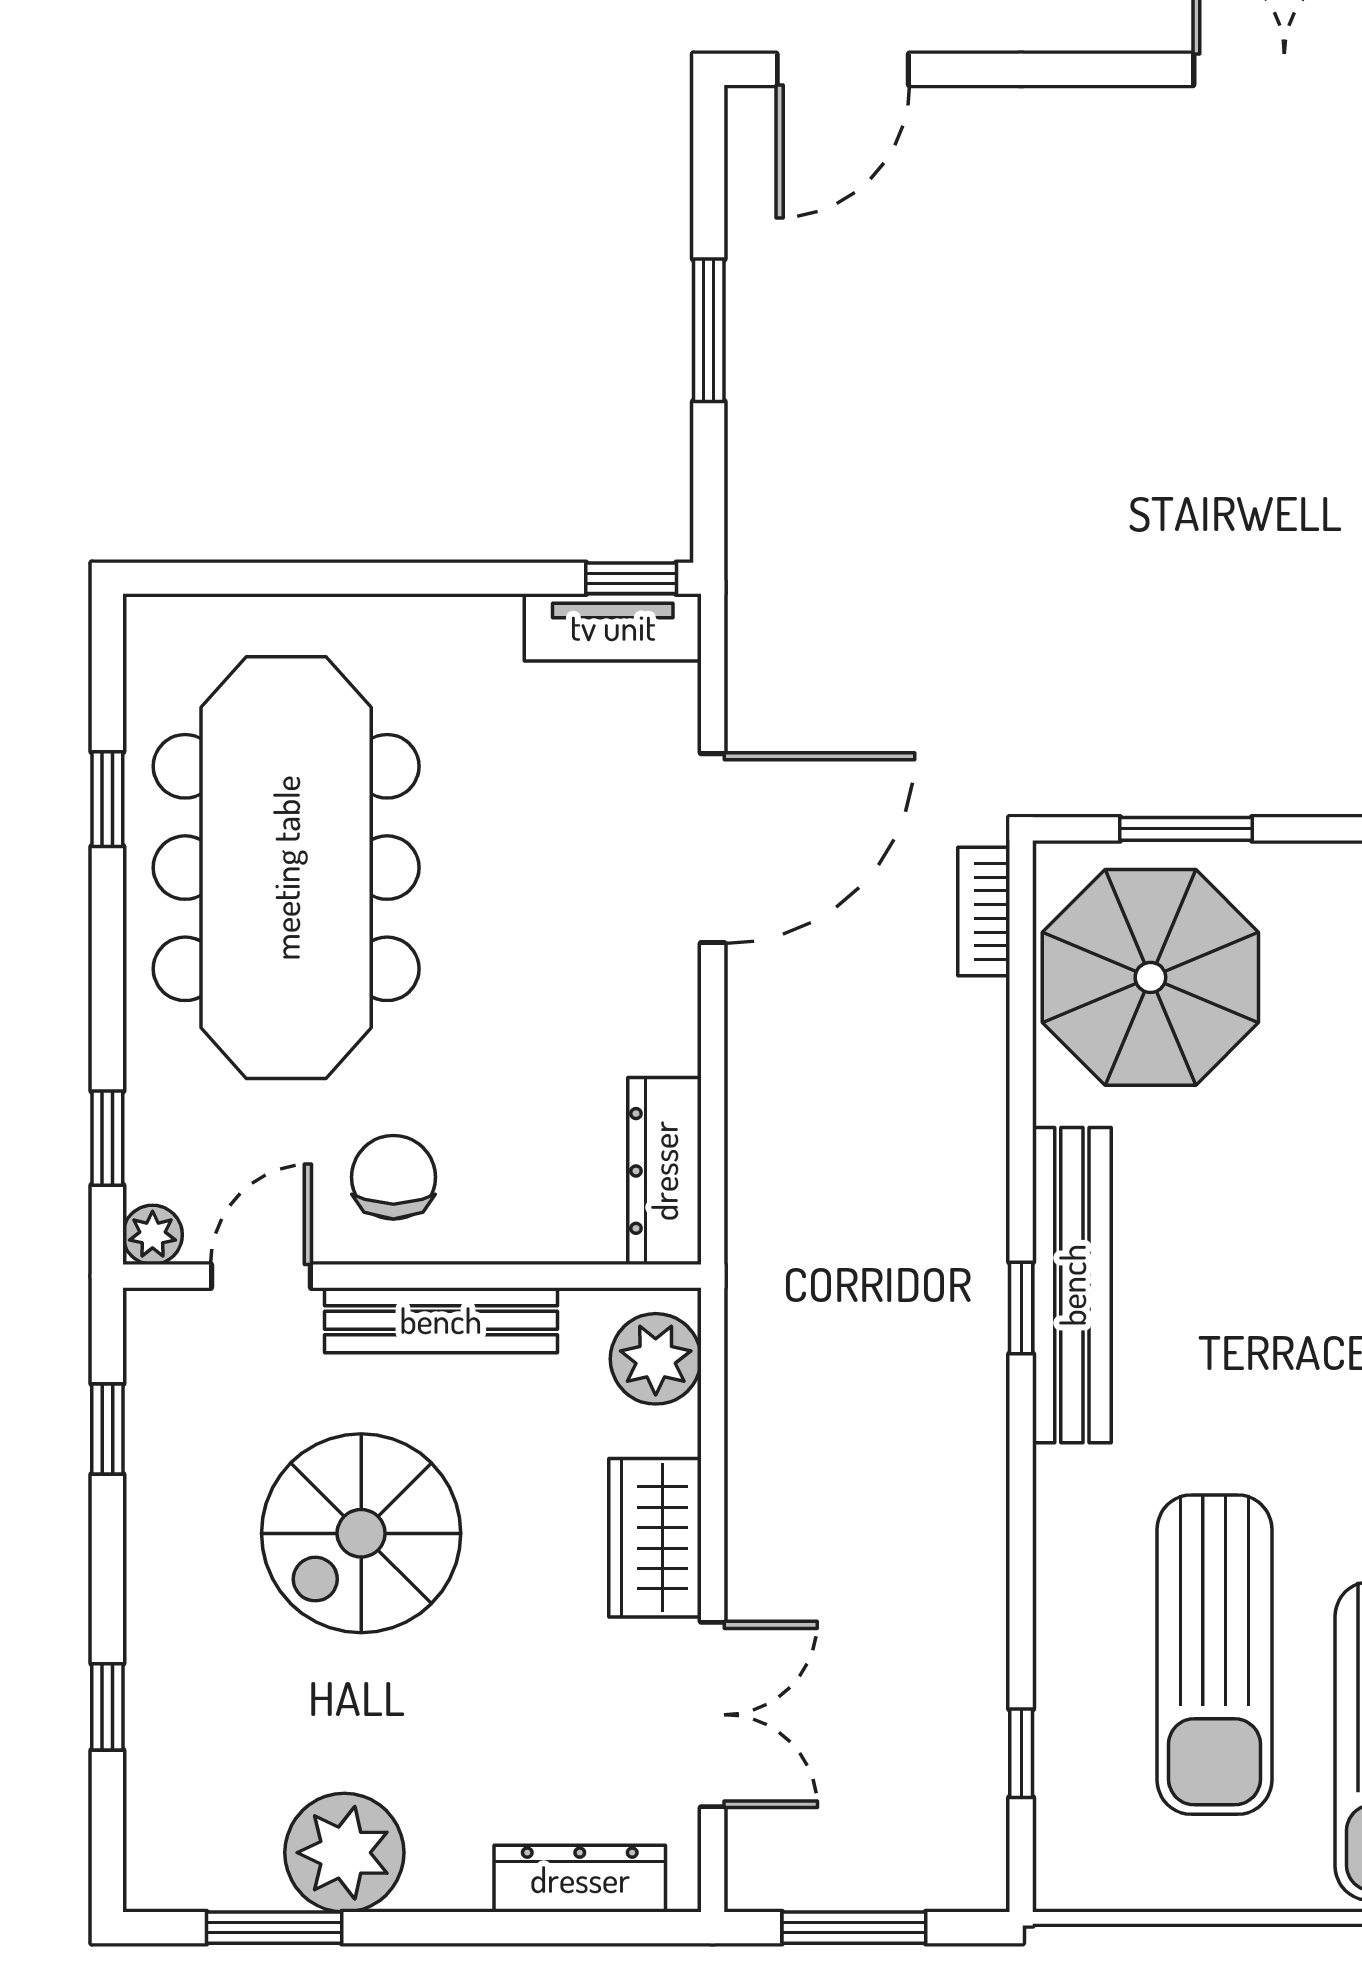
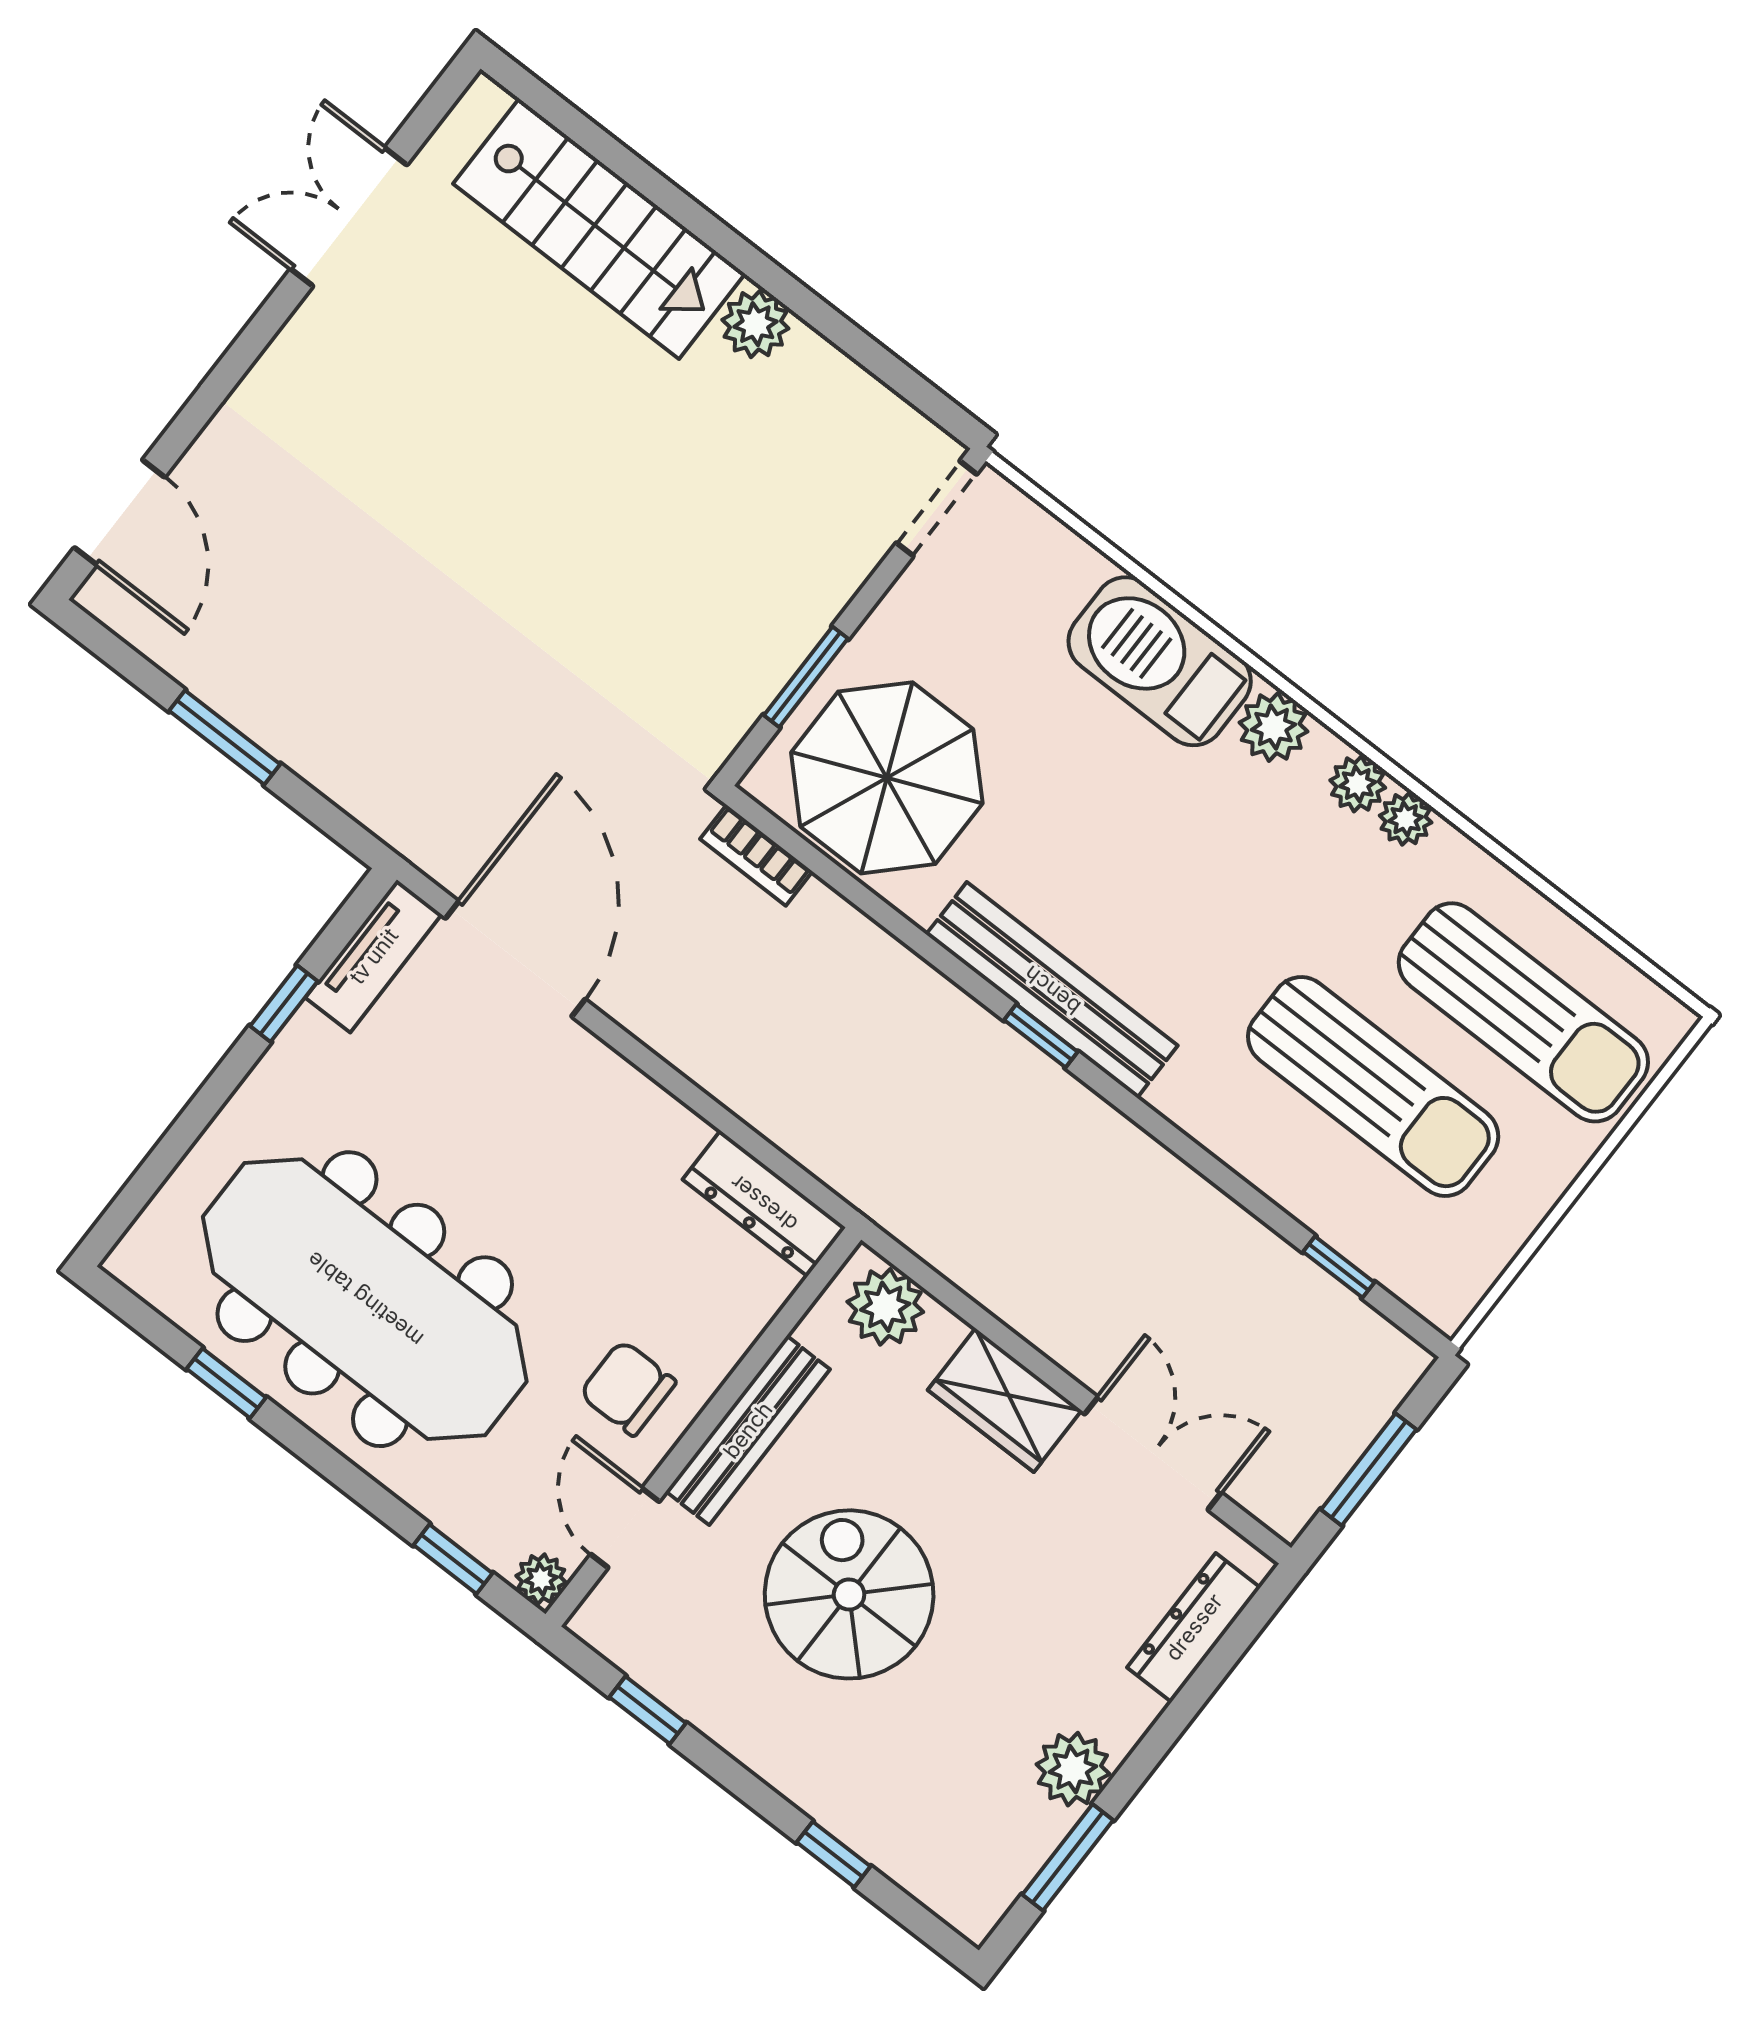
window: (631, 578) -> (284, 1004), moved
door: (713, 848) -> (515, 959), moved
spiral stairs: (361, 1533) -> (849, 1594), turned 180
plant: (344, 1853) -> (1073, 1769), width x0.73, depth x0.73

